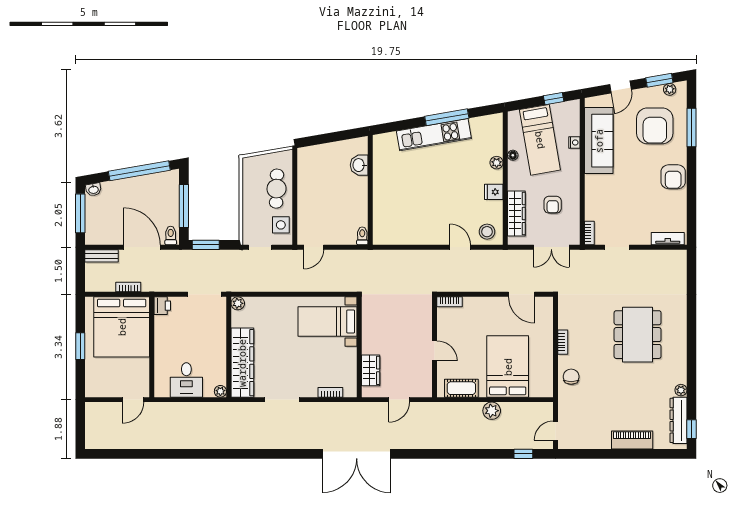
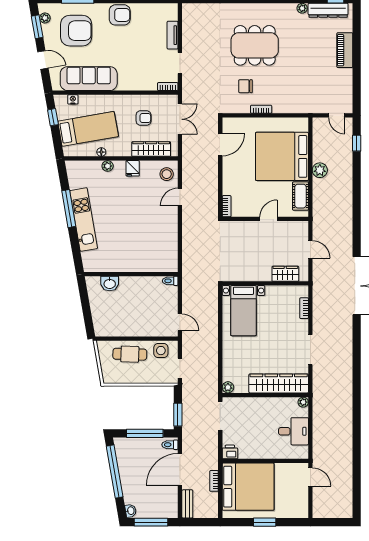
nightstand: (574, 142) -> (73, 99), moved
tv unit: (668, 239) -> (173, 35), moved
bed: (508, 367) -> (282, 156), width x1.36
chair: (571, 377) -> (245, 86), moved

